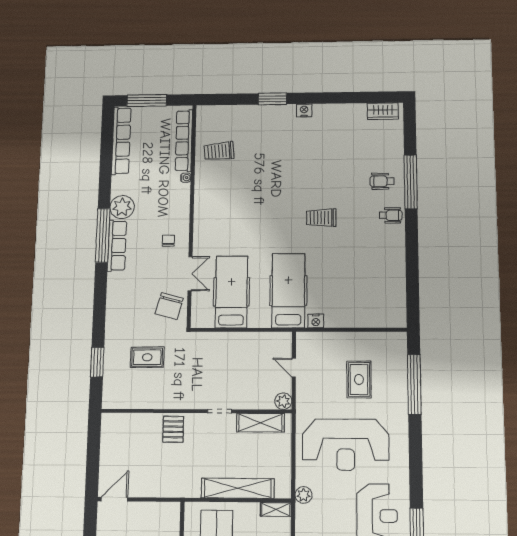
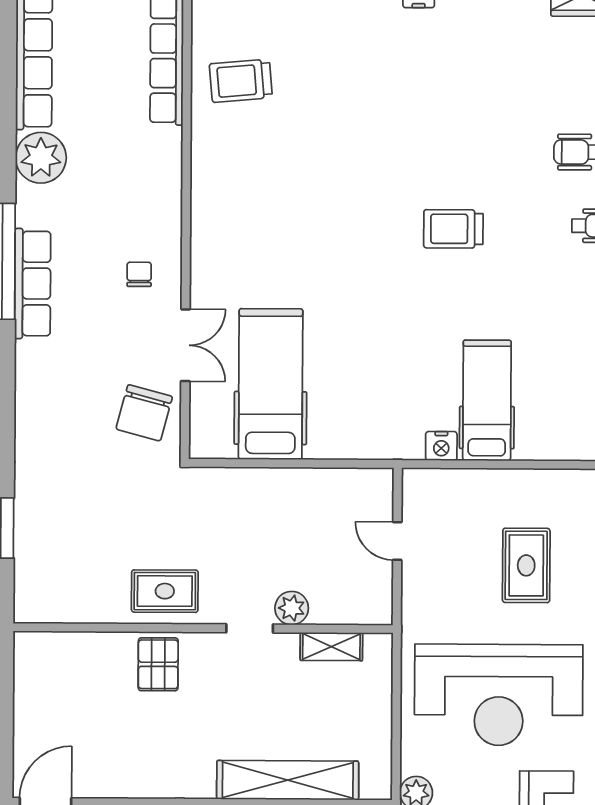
water cooler: (186, 178) -> (172, 138), removed
plant: (122, 207) -> (41, 158), moved
hospital bed: (288, 291) -> (487, 400), moved, width x0.73, depth x0.78
rug: (147, 357) -> (165, 591), moved
plant: (283, 401) -> (292, 608), moved
shelving: (260, 423) -> (331, 647), width x0.67, depth x0.75

